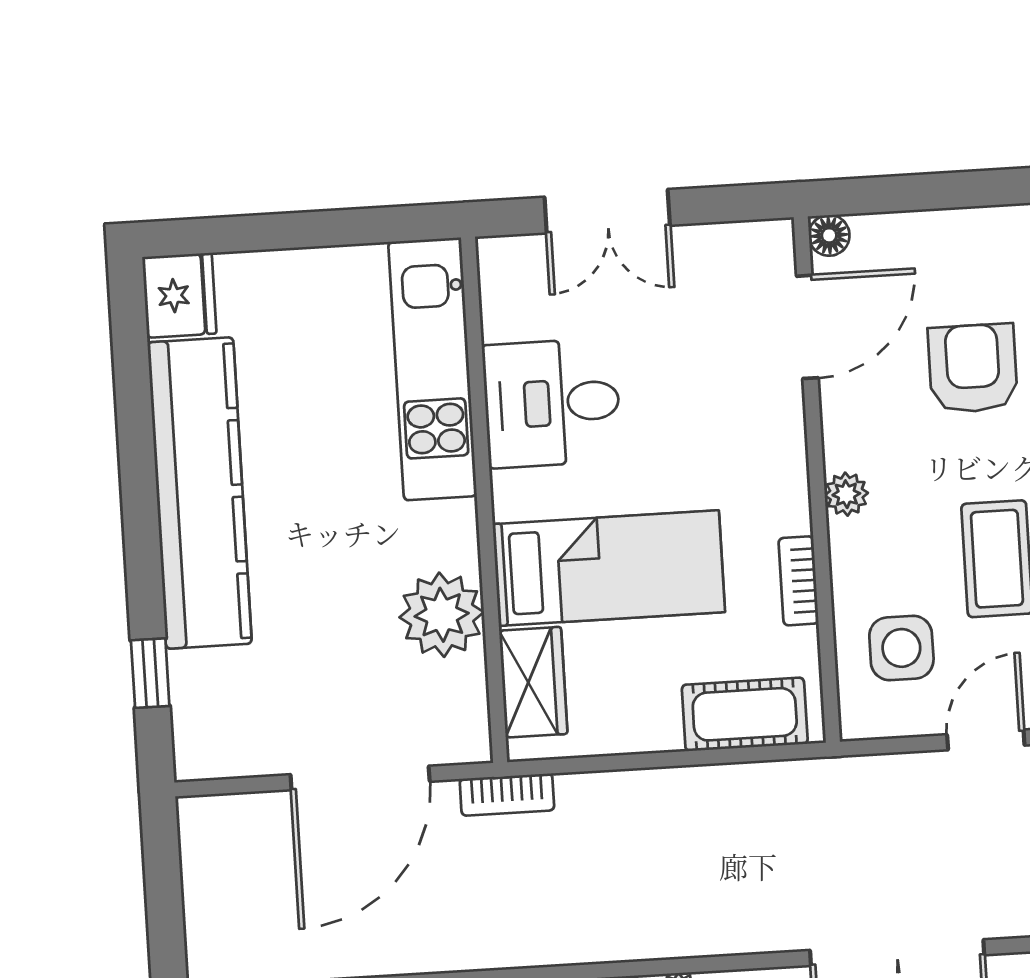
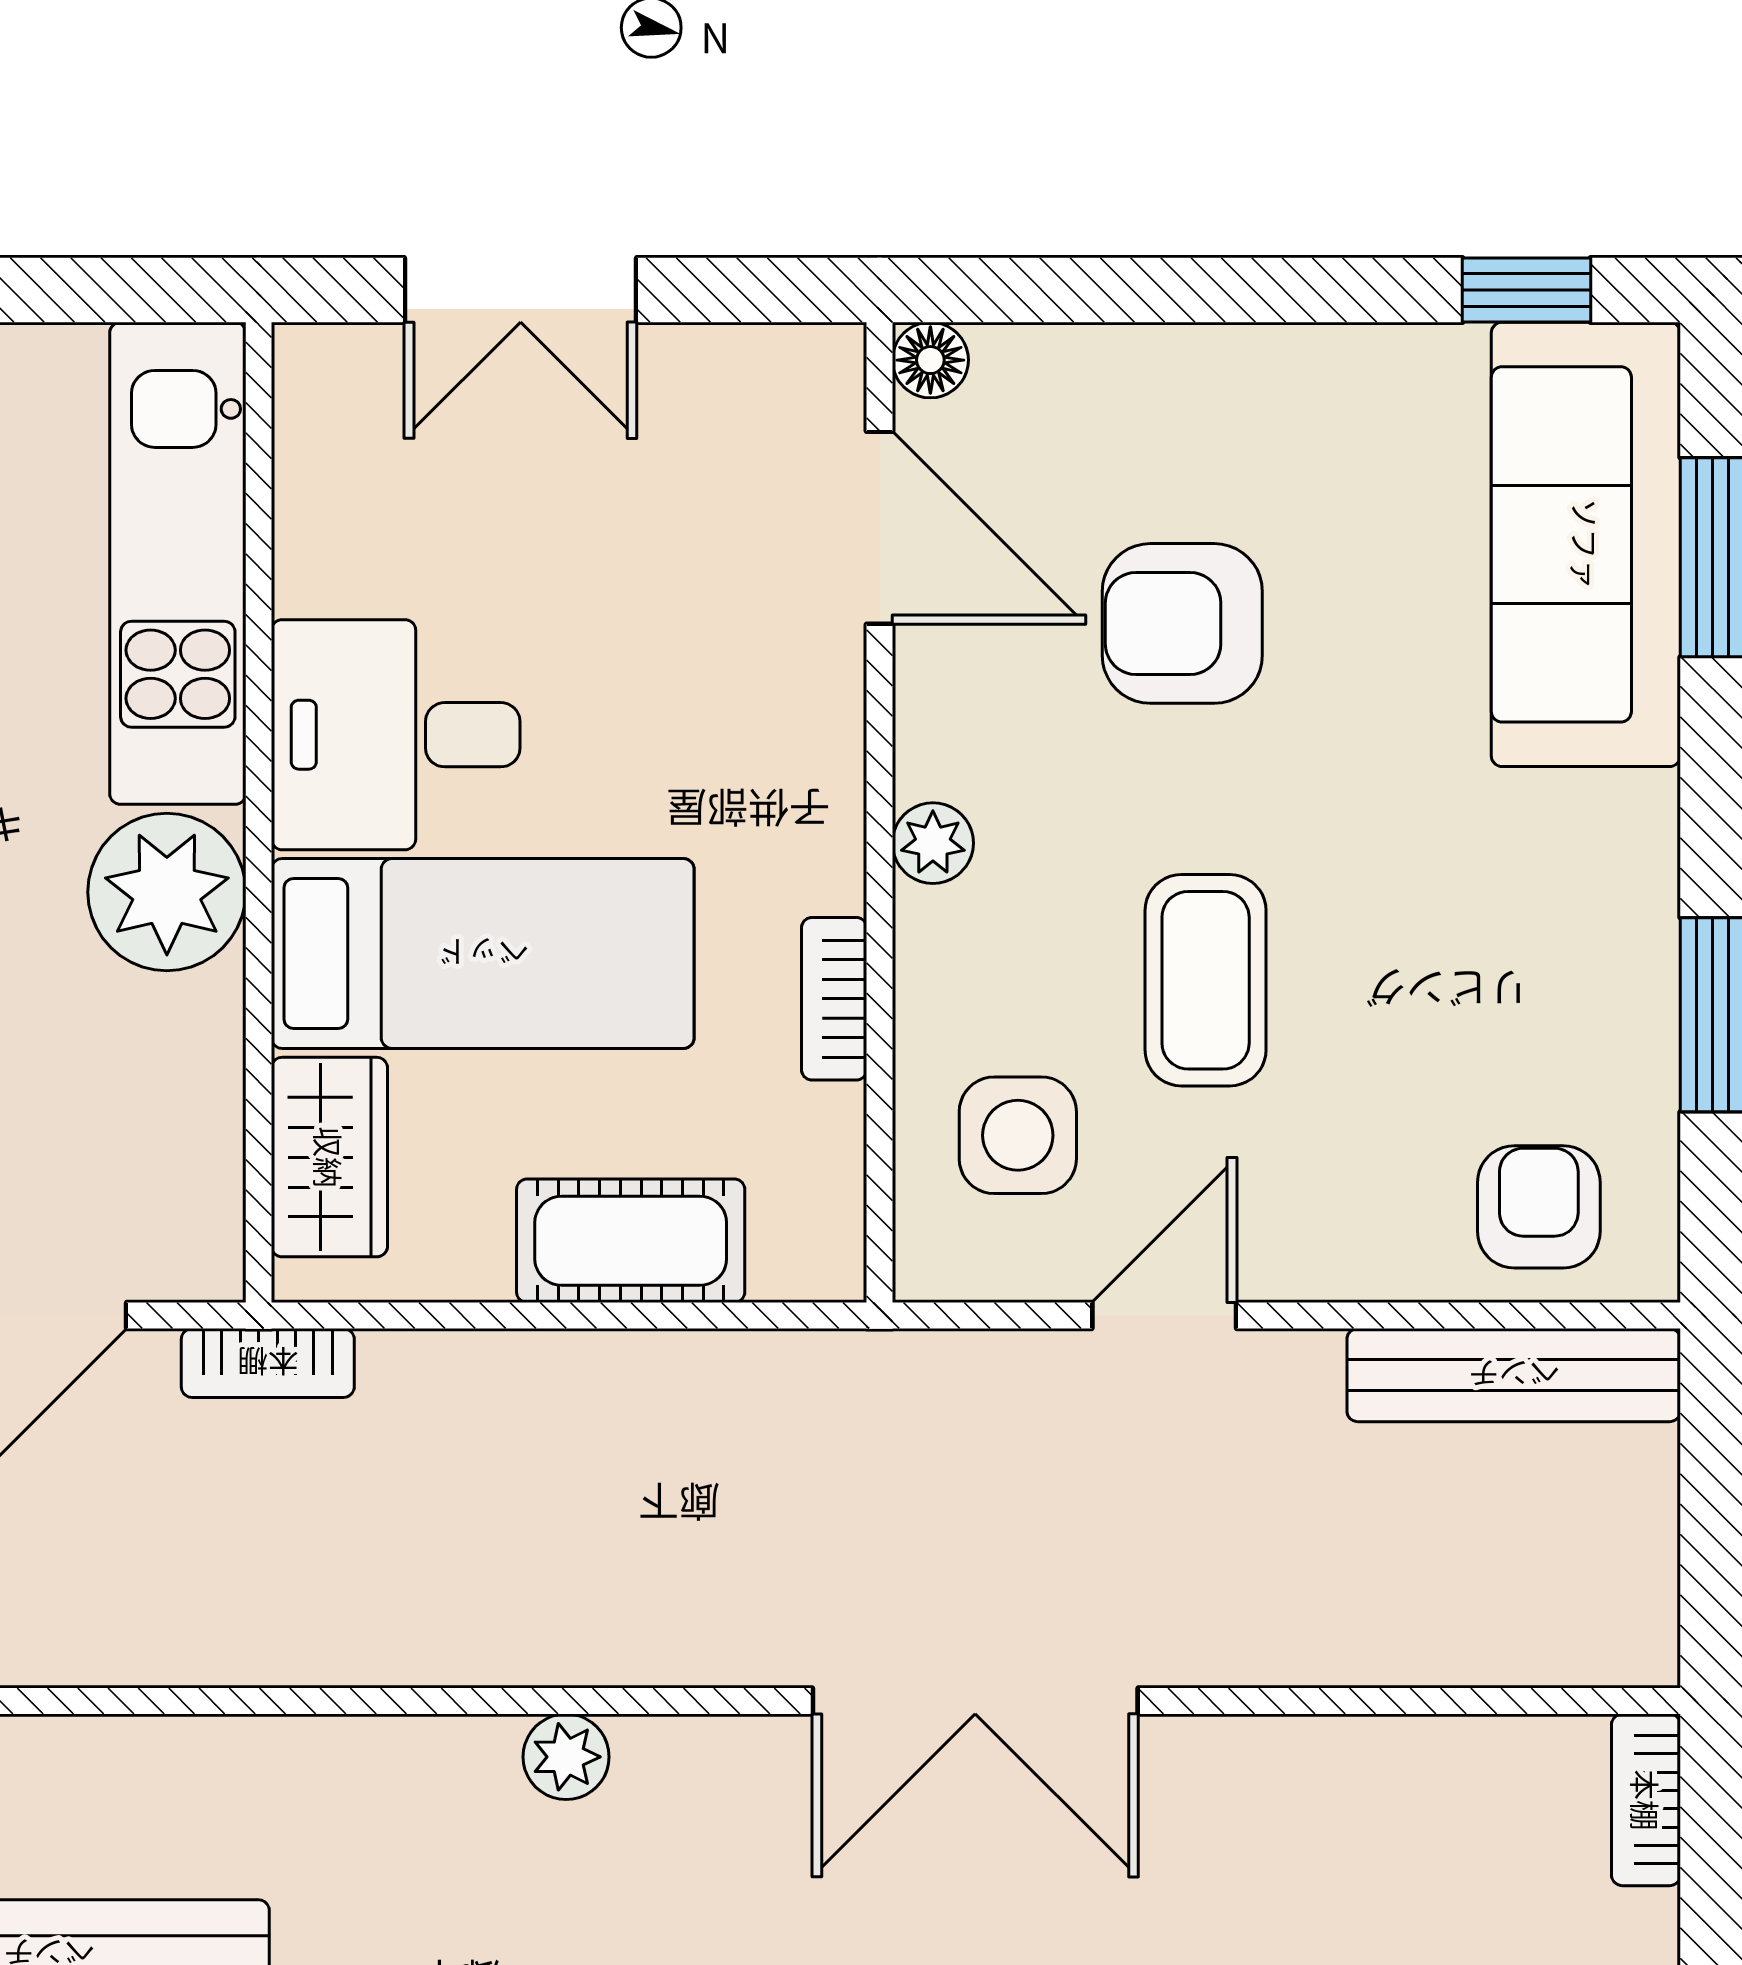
door: (807, 327) -> (880, 528), hinge flipped
armchair: (973, 368) -> (1182, 623), turned -90
desk: (552, 403) -> (396, 735), moved
plant: (442, 615) -> (167, 892), moved
cot: (745, 714) -> (631, 1241), moved

